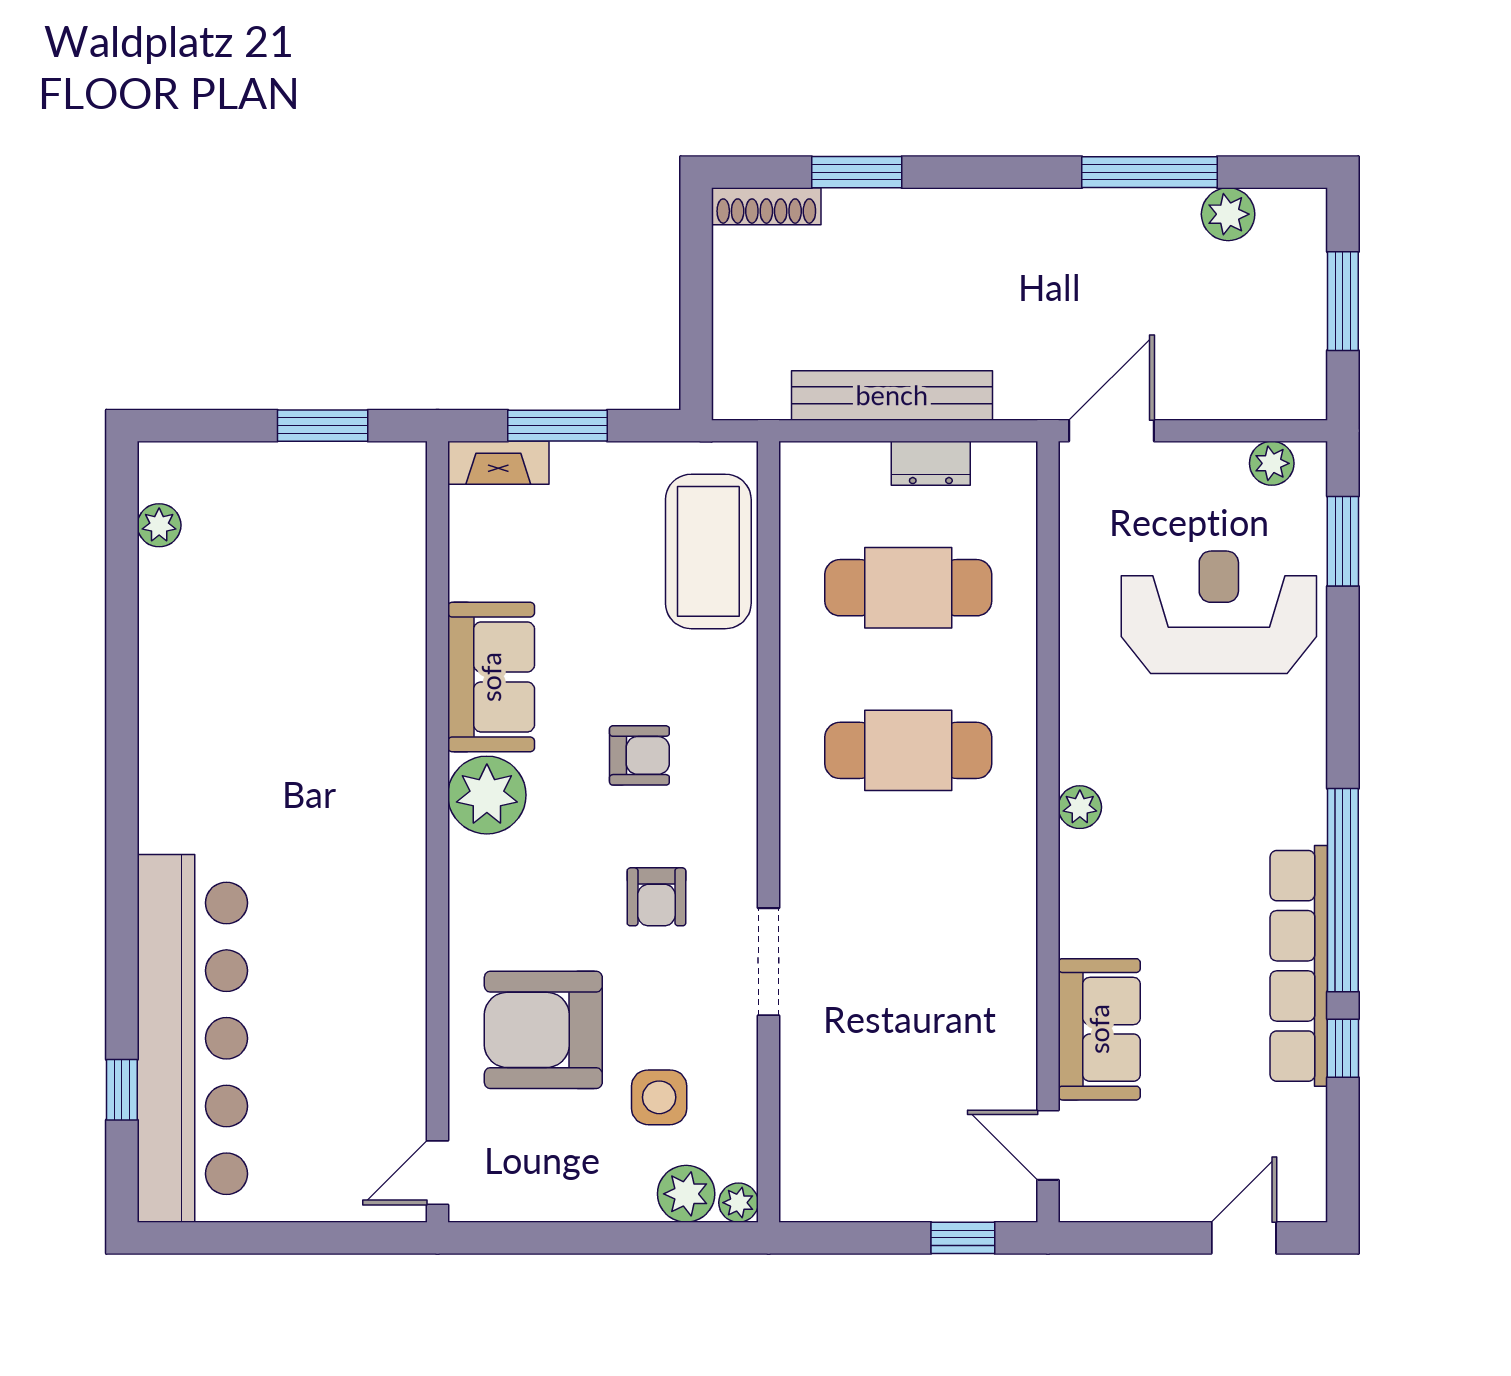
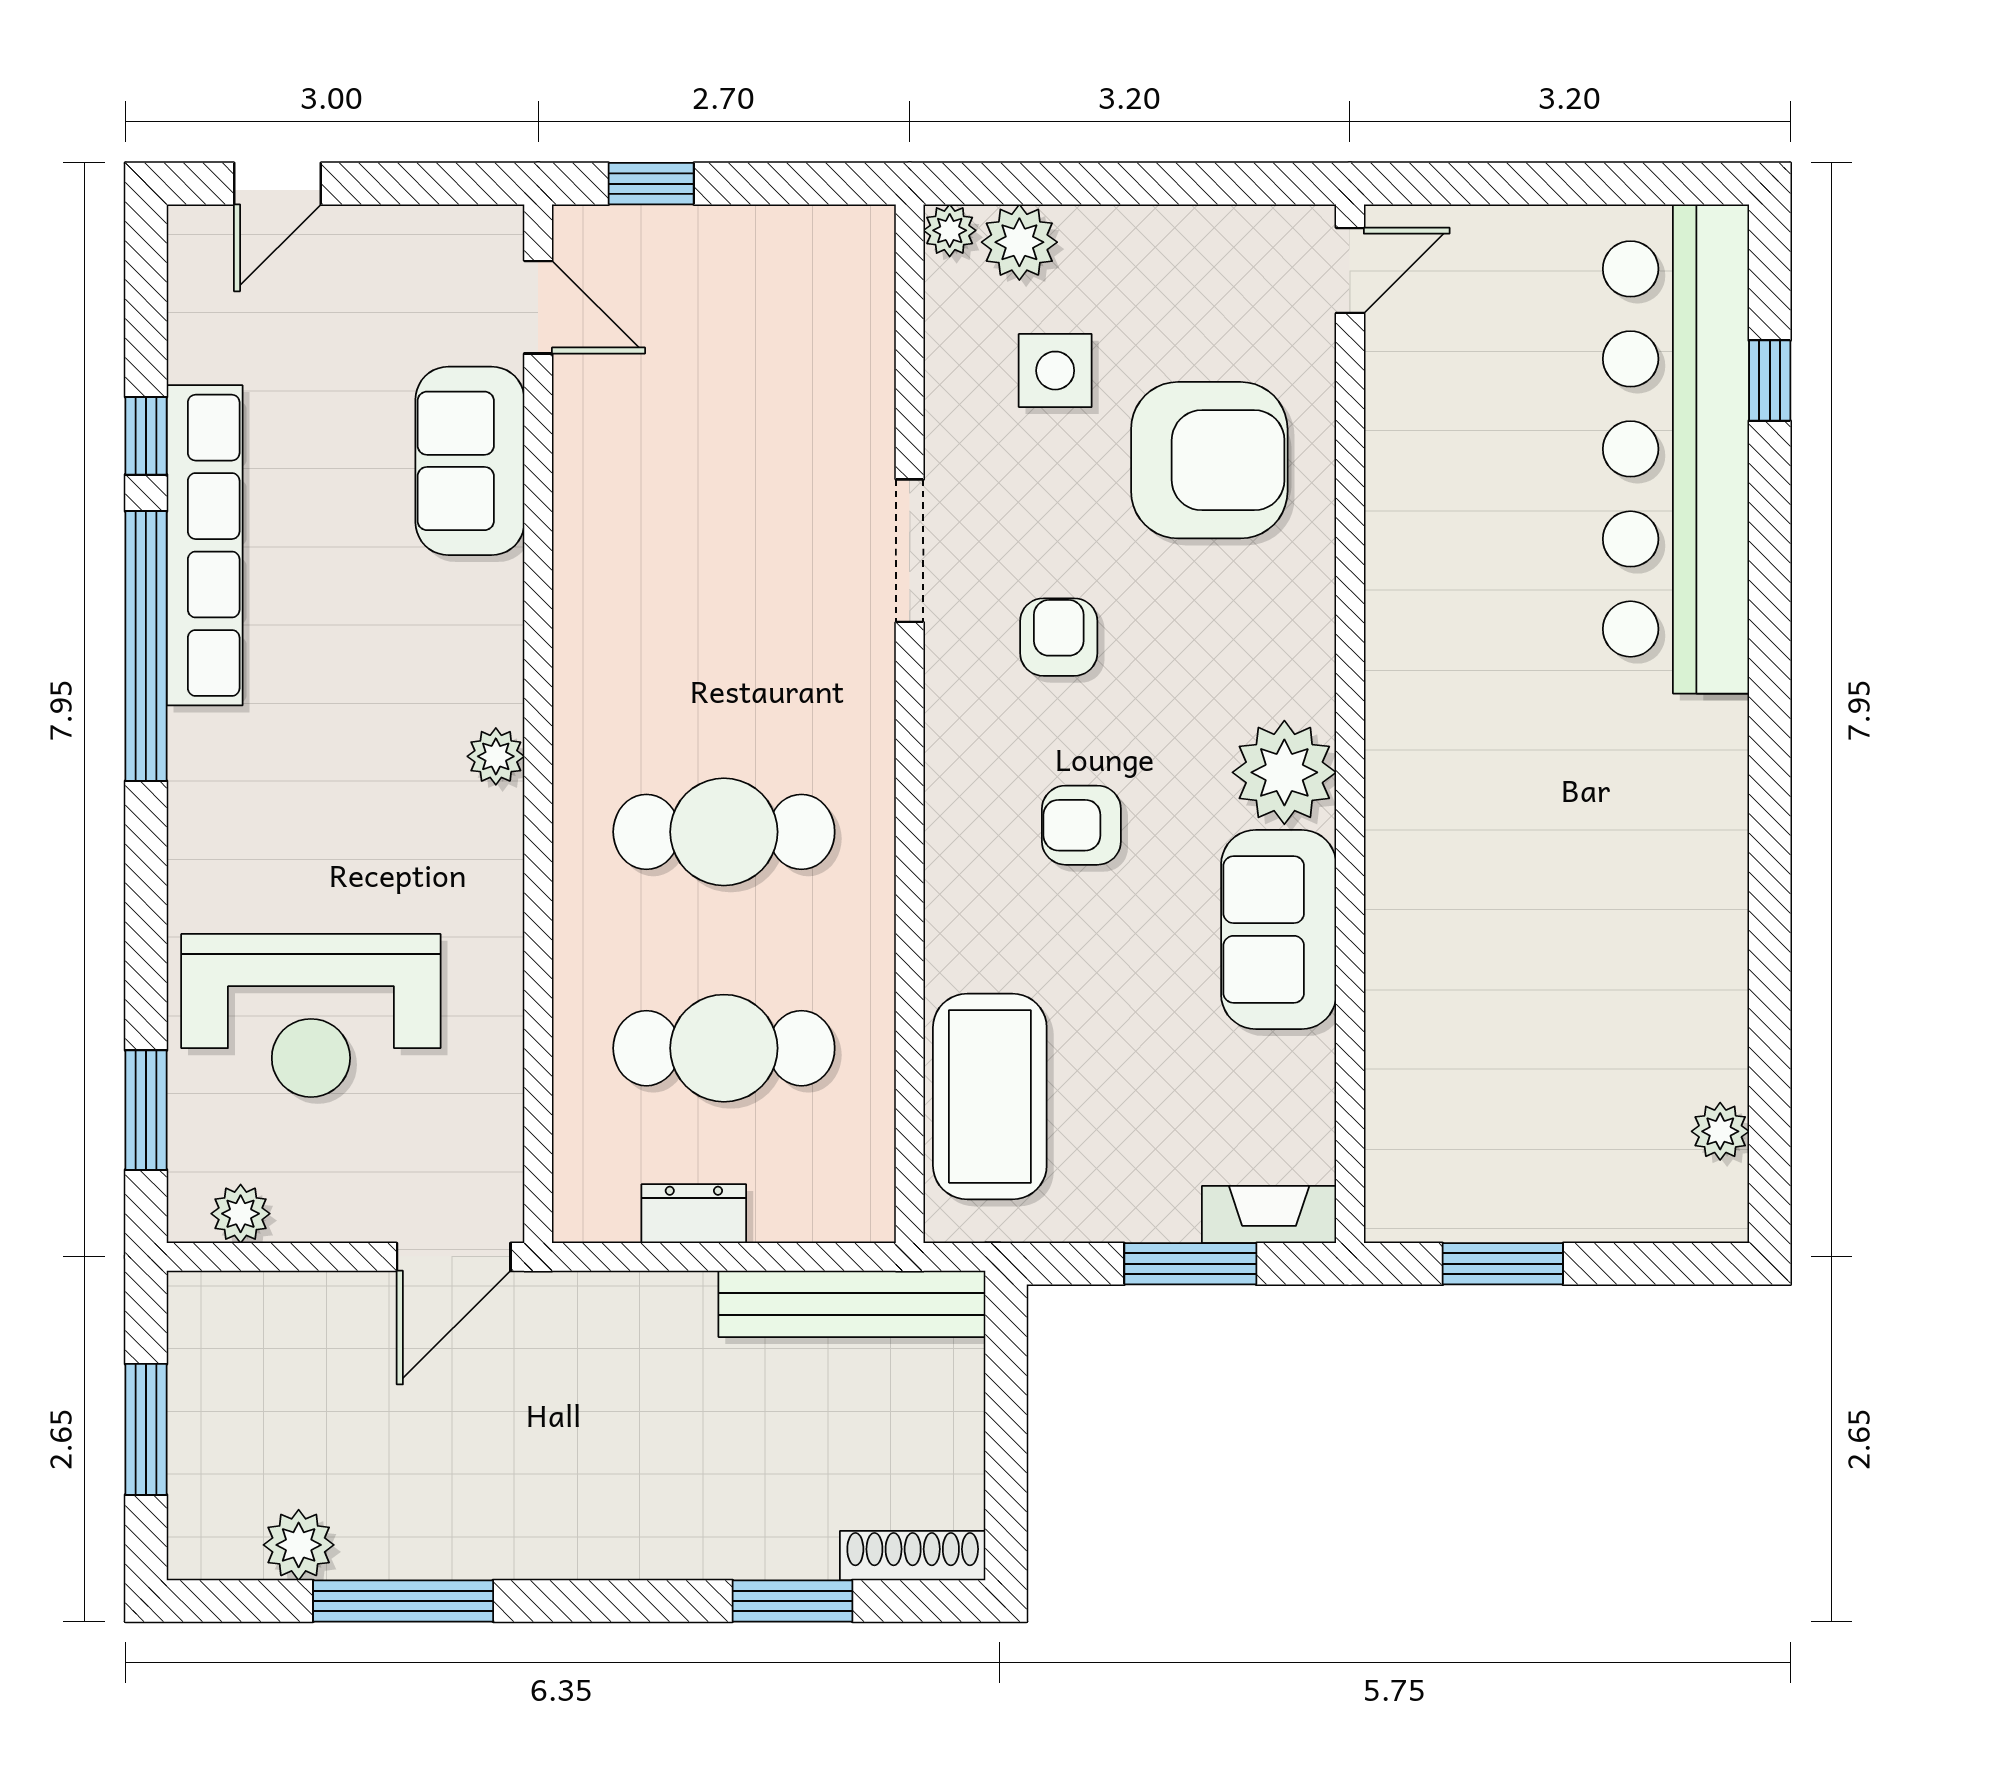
bench: (892, 395) -> (852, 1304), moved

